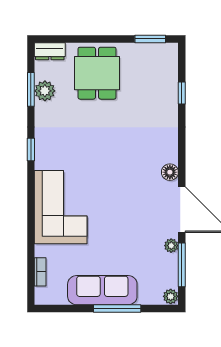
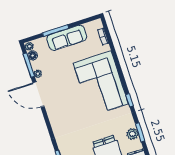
floor lamp: (170, 172) -> (33, 55), moved
corner sofa: (61, 207) -> (101, 83), width x1.36, depth x1.36

